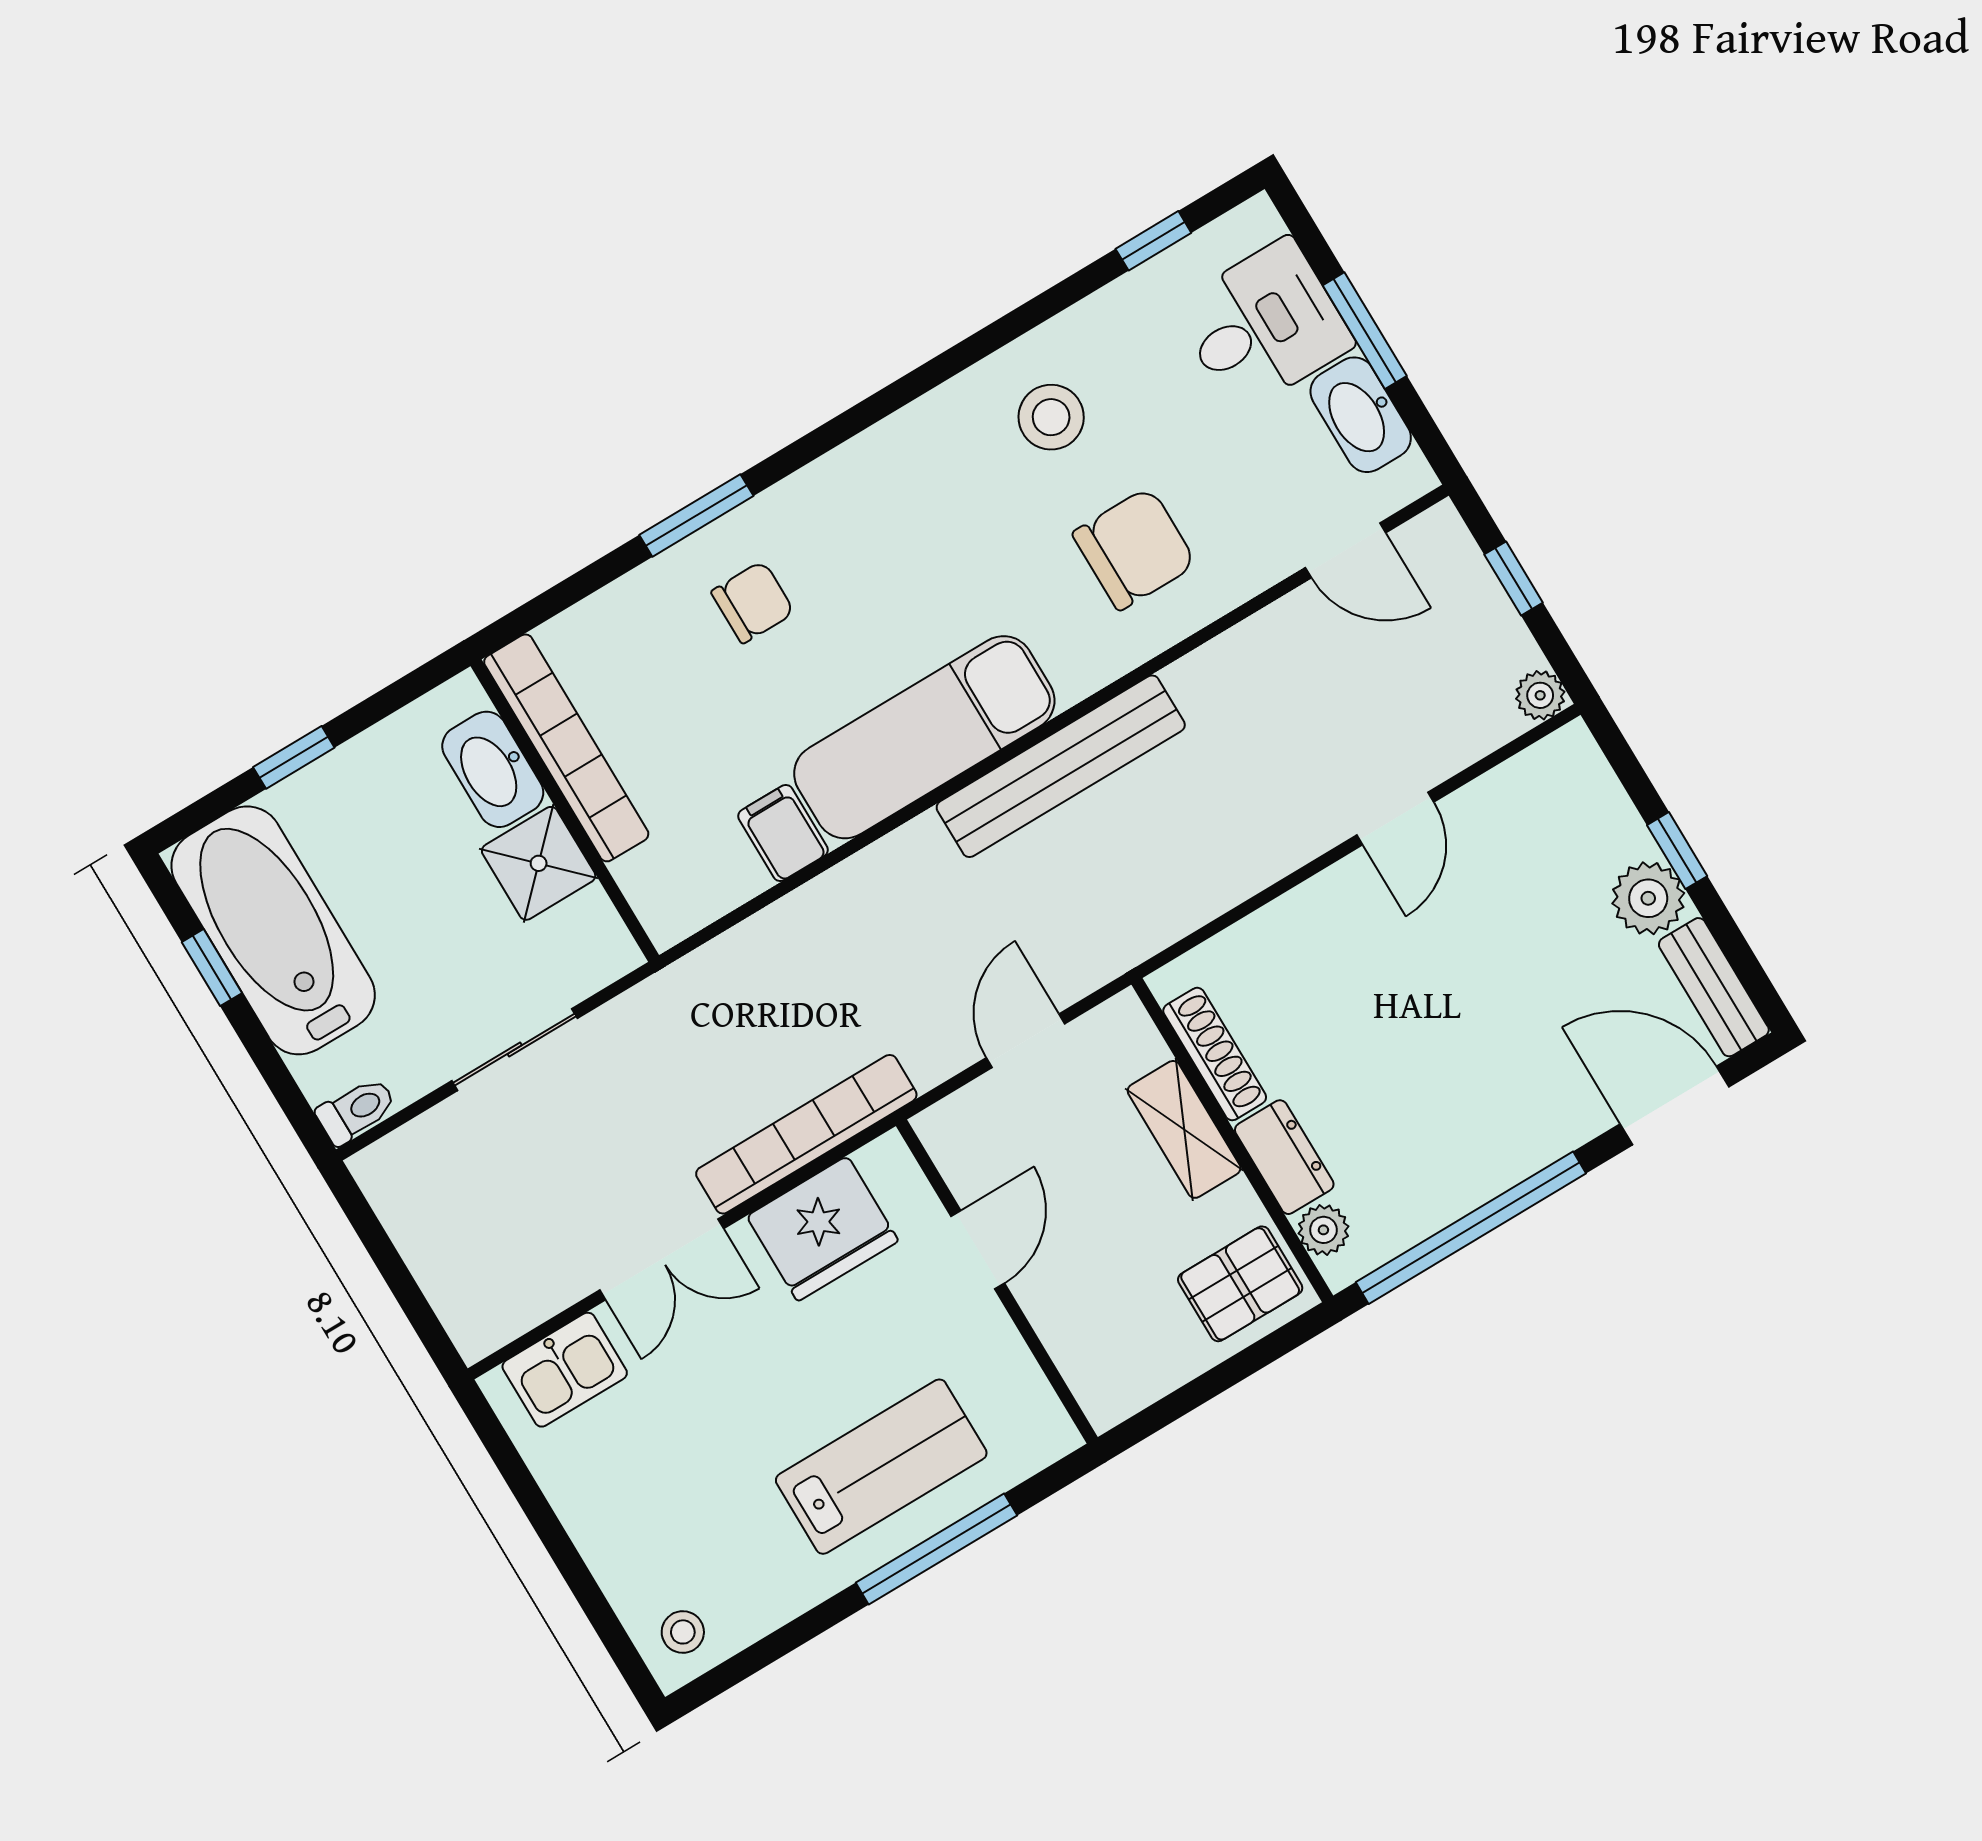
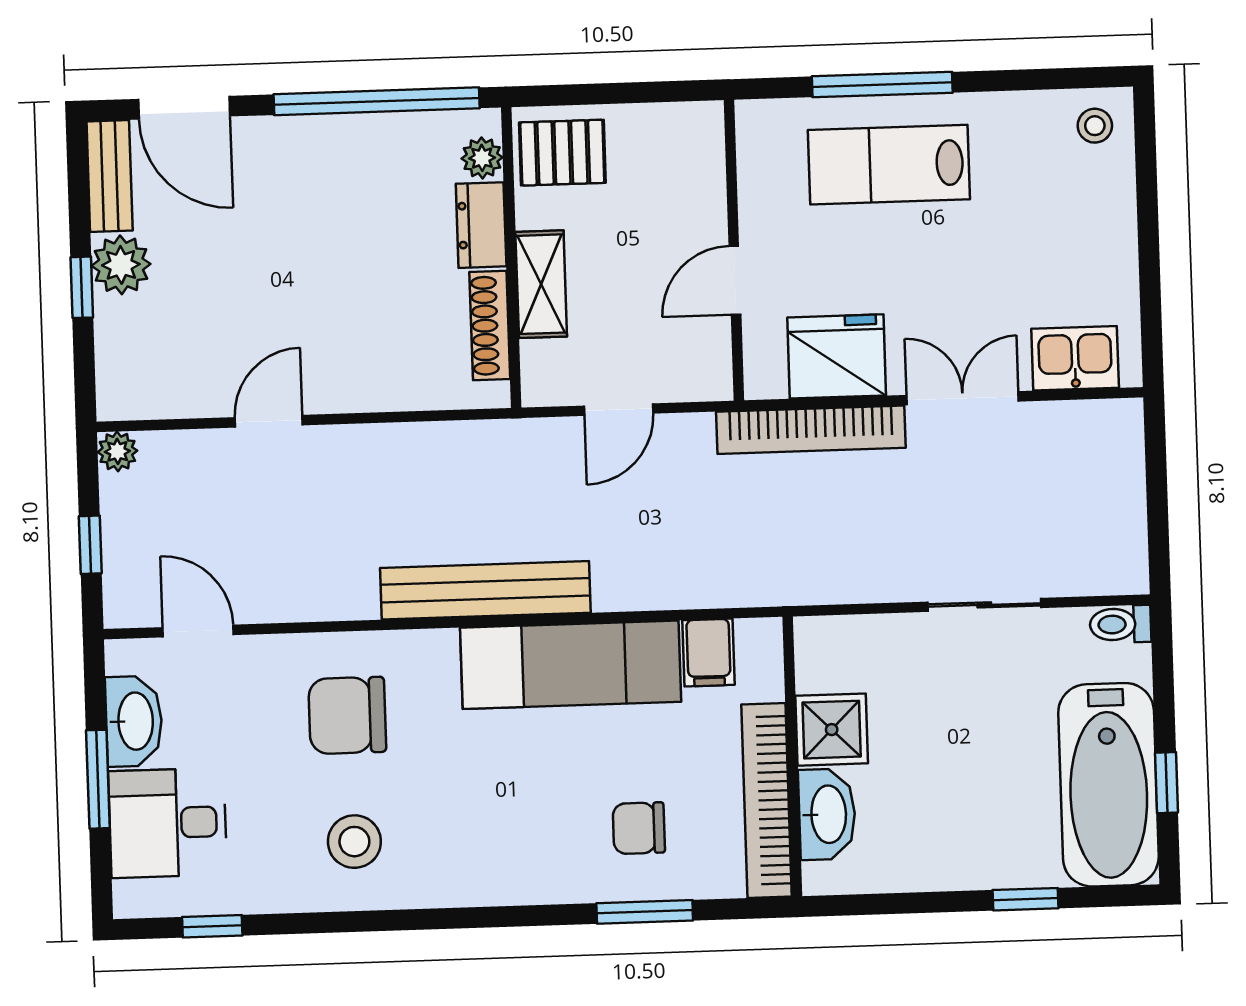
bookcase: (566, 748) -> (766, 800), moved
washbasin: (493, 769) -> (827, 814), moved
wall: (565, 811) -> (792, 757), moved
shower: (539, 863) -> (832, 730), moved

